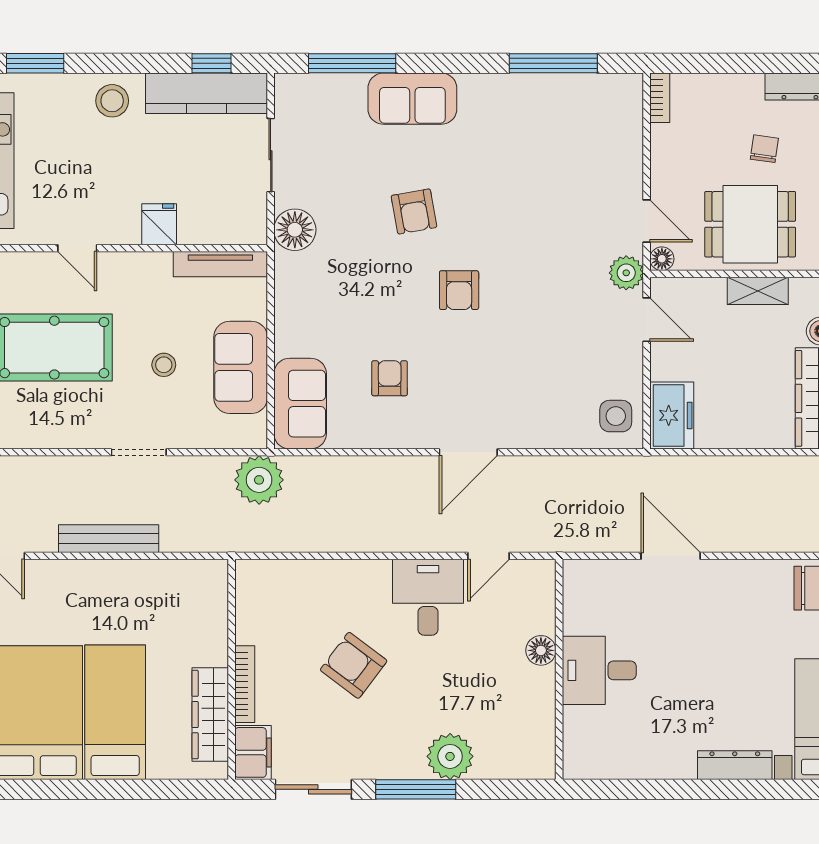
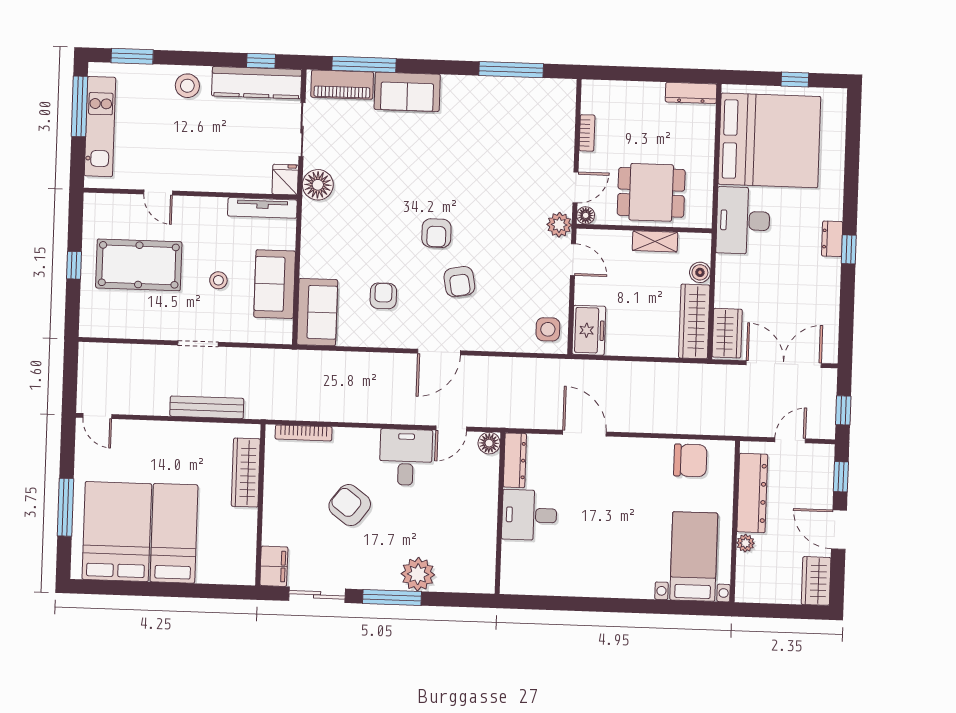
piano: (323, 92) -> (342, 85), added
bookcase: (660, 98) -> (587, 133), moved
chair: (764, 149) -> (663, 137), removed
armchair: (414, 211) -> (459, 282), moved
door: (647, 221) -> (575, 187), hinge flipped
fridge: (159, 224) -> (285, 180), moved
plant: (259, 480) -> (285, 367), removed
bench: (109, 539) -> (207, 407), moved
floor lamp: (541, 650) -> (489, 443), moved
bookcase: (245, 684) -> (304, 433), moved, turned 90
wardrobe: (210, 715) -> (246, 473), moved
dresser: (735, 765) -> (515, 460), moved, turned 90

